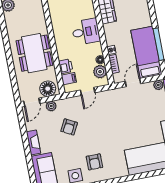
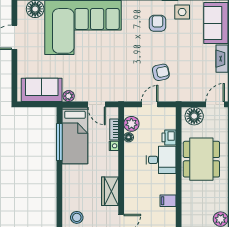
desk: (86, 32) -> (161, 160), moved, turned 180
filing cabinet: (69, 79) -> (168, 201), moved
door: (133, 83) -> (97, 104), hinge flipped
plant: (51, 106) -> (194, 96), removed
armchair: (69, 127) -> (161, 72), moved, turned 50

